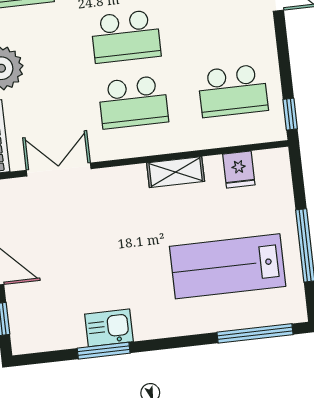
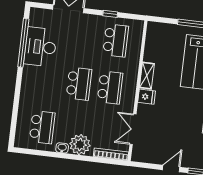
window: (290, 114) -> (110, 14), moved
fridge: (239, 170) -> (147, 97), moved

